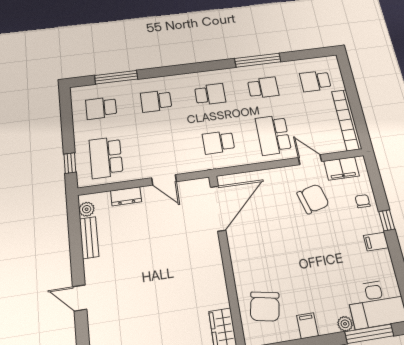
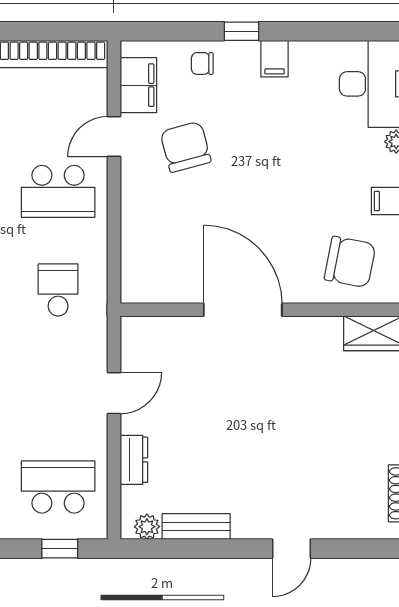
school desk: (218, 142) -> (58, 290), turned 180
school desk: (106, 157) -> (58, 487), turned 180
door: (218, 208) -> (243, 310), moved

